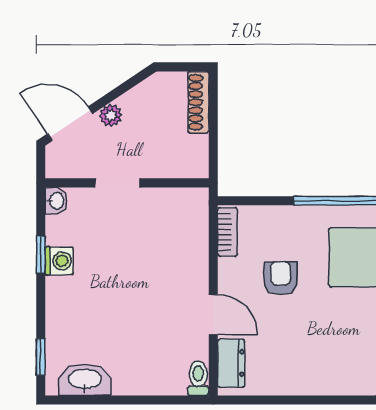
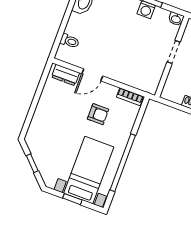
toilet: (198, 378) -> (70, 41), moved

